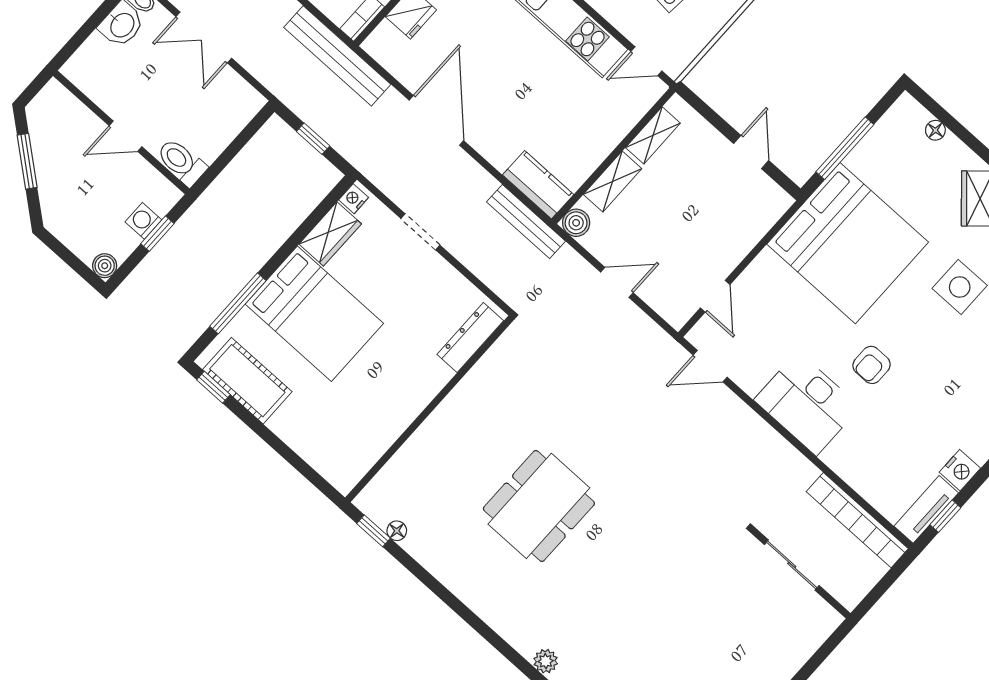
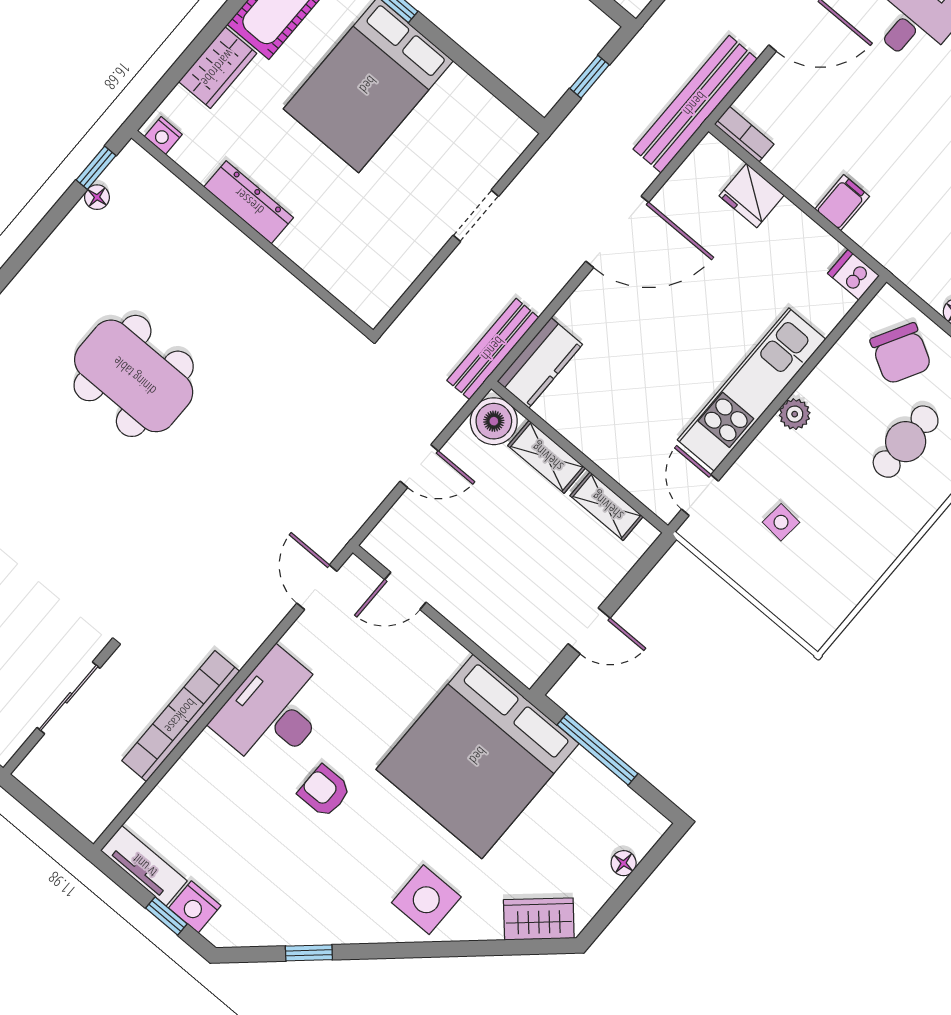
nightstand: (354, 199) -> (163, 136), moved, turned 180
boiler: (576, 223) -> (494, 421), width x1.36, depth x1.36
wardrobe: (330, 234) -> (218, 68), moved, turned -90
door: (617, 282) -> (419, 466), hinge flipped
dresser: (470, 338) -> (249, 202), moved
window: (945, 516) -> (166, 916), moved
bookcase: (857, 520) -> (181, 716), moved

